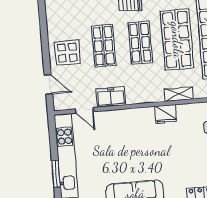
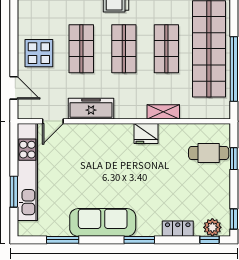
shop shelf: (177, 40) -> (166, 49), width x0.70, depth x0.74
freezer: (111, 97) -> (91, 109), width x1.40
door: (84, 110) -> (53, 121), hinge flipped

